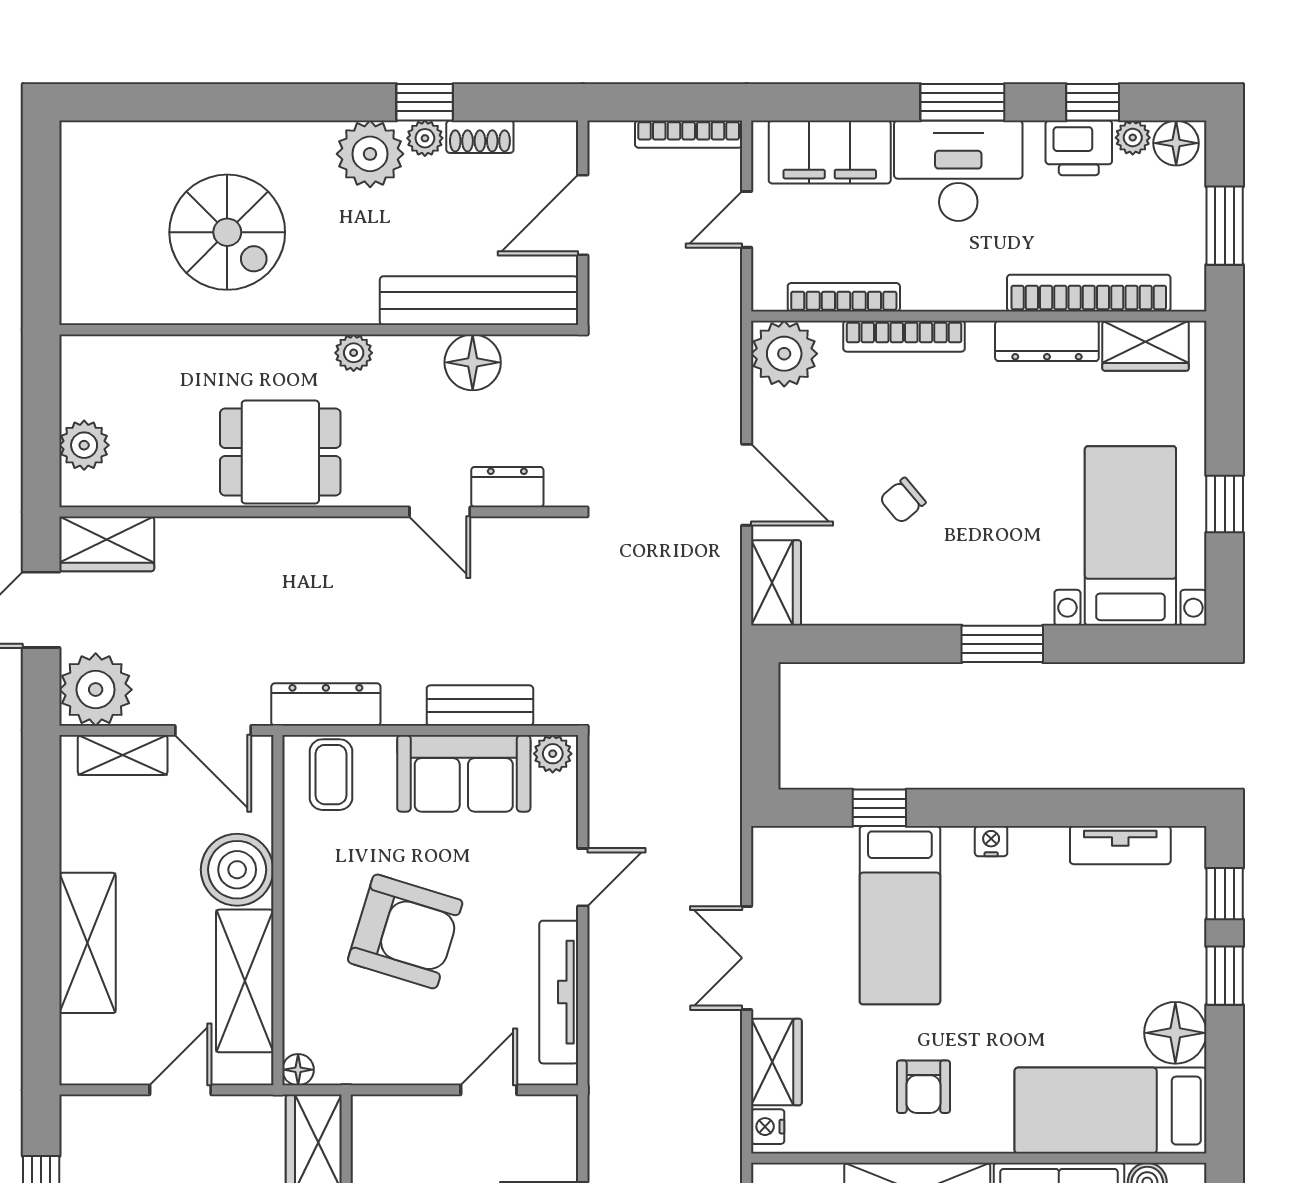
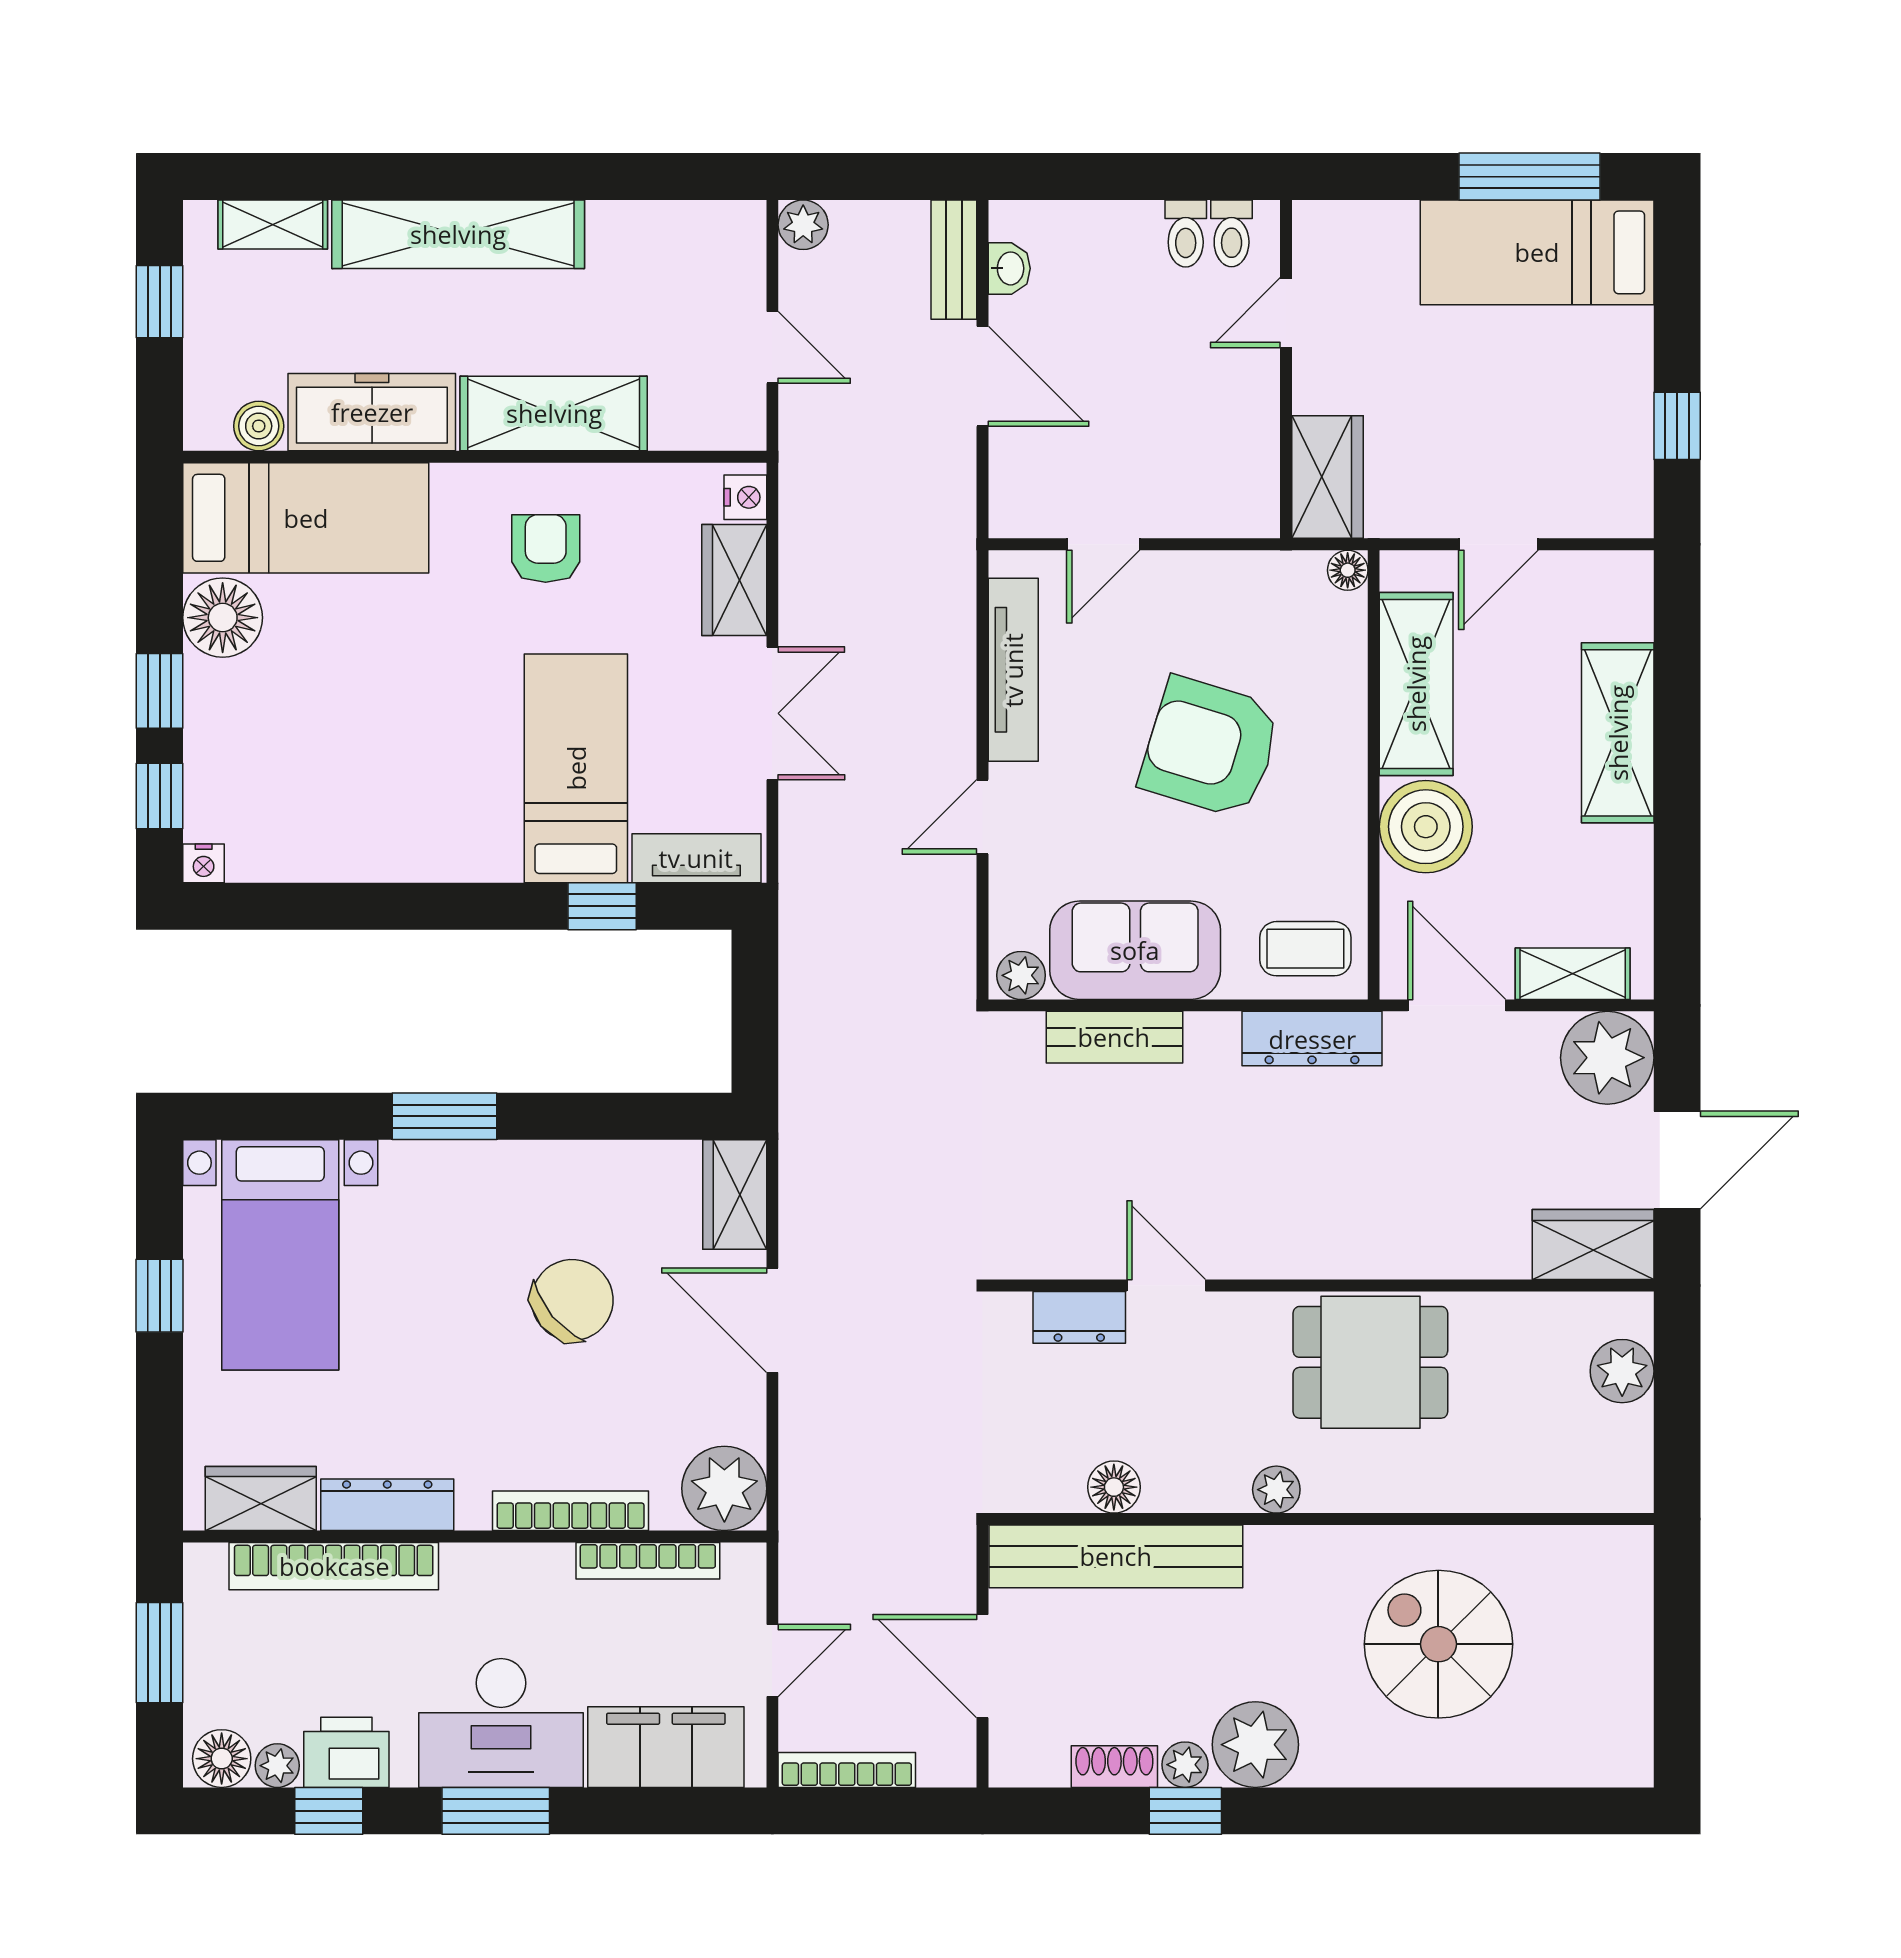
door: (583, 215) -> (983, 1666), swing flipped
floor lamp: (473, 362) -> (1114, 1487), width x0.73, depth x0.73
chair: (903, 501) -> (572, 1300), width x1.87, depth x1.87
coffee table: (331, 775) -> (1305, 949), turned 90
nightstand: (991, 841) -> (204, 863), moved
tv unit: (1120, 845) -> (696, 858), moved

